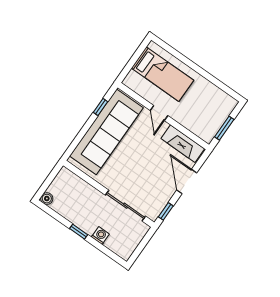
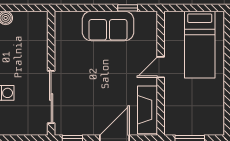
sofa: (106, 132) -> (108, 26), width x0.54, depth x0.79

